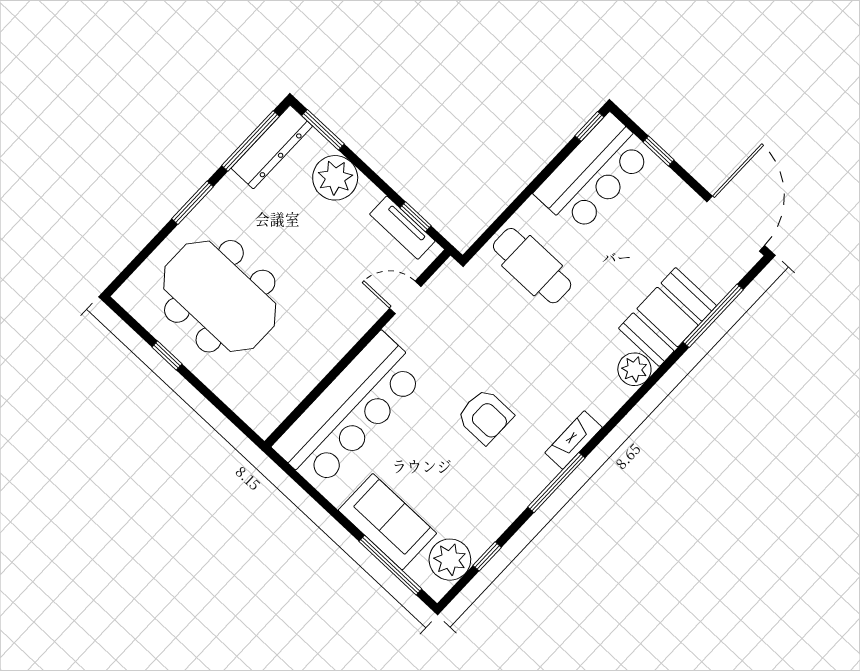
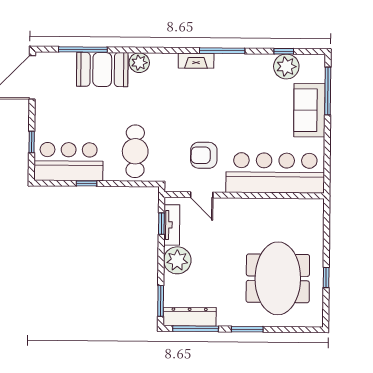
window: (589, 126) -> (87, 183), moved
plant: (335, 178) -> (177, 260), moved
armchair: (485, 416) -> (204, 155), moved, turned -90
plant: (450, 560) -> (286, 67), moved

